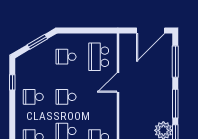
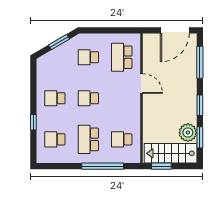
window: (12, 82) -> (33, 122), moved
door: (118, 82) -> (141, 84), swing flipped
window: (175, 104) -> (200, 105), width x0.69

